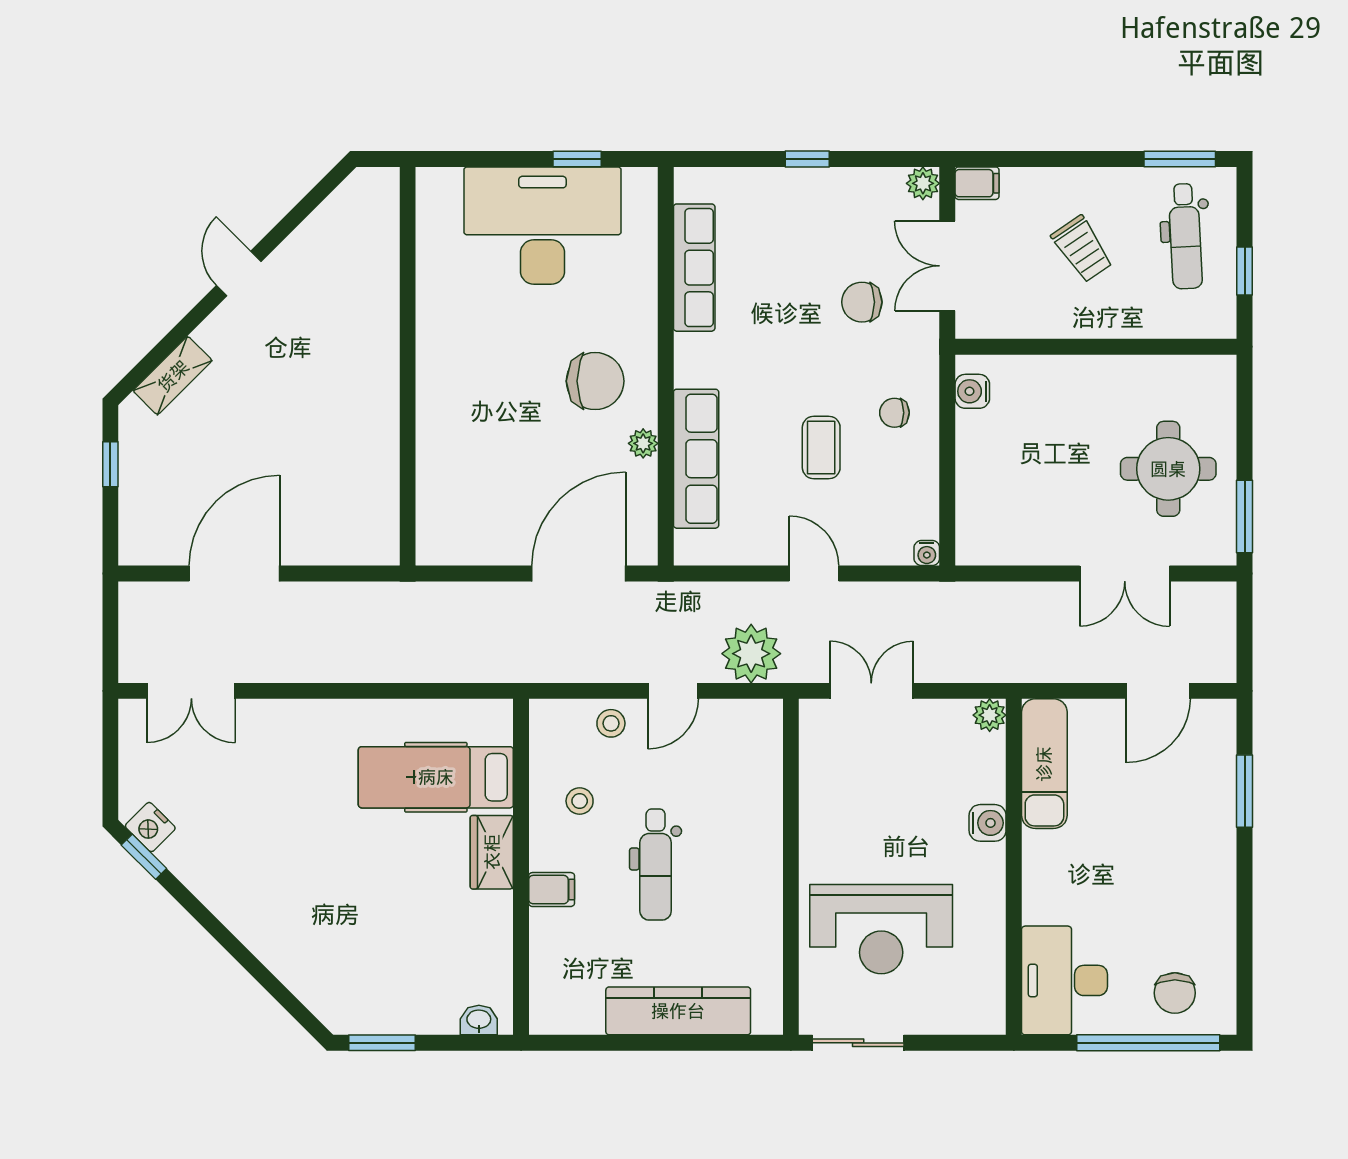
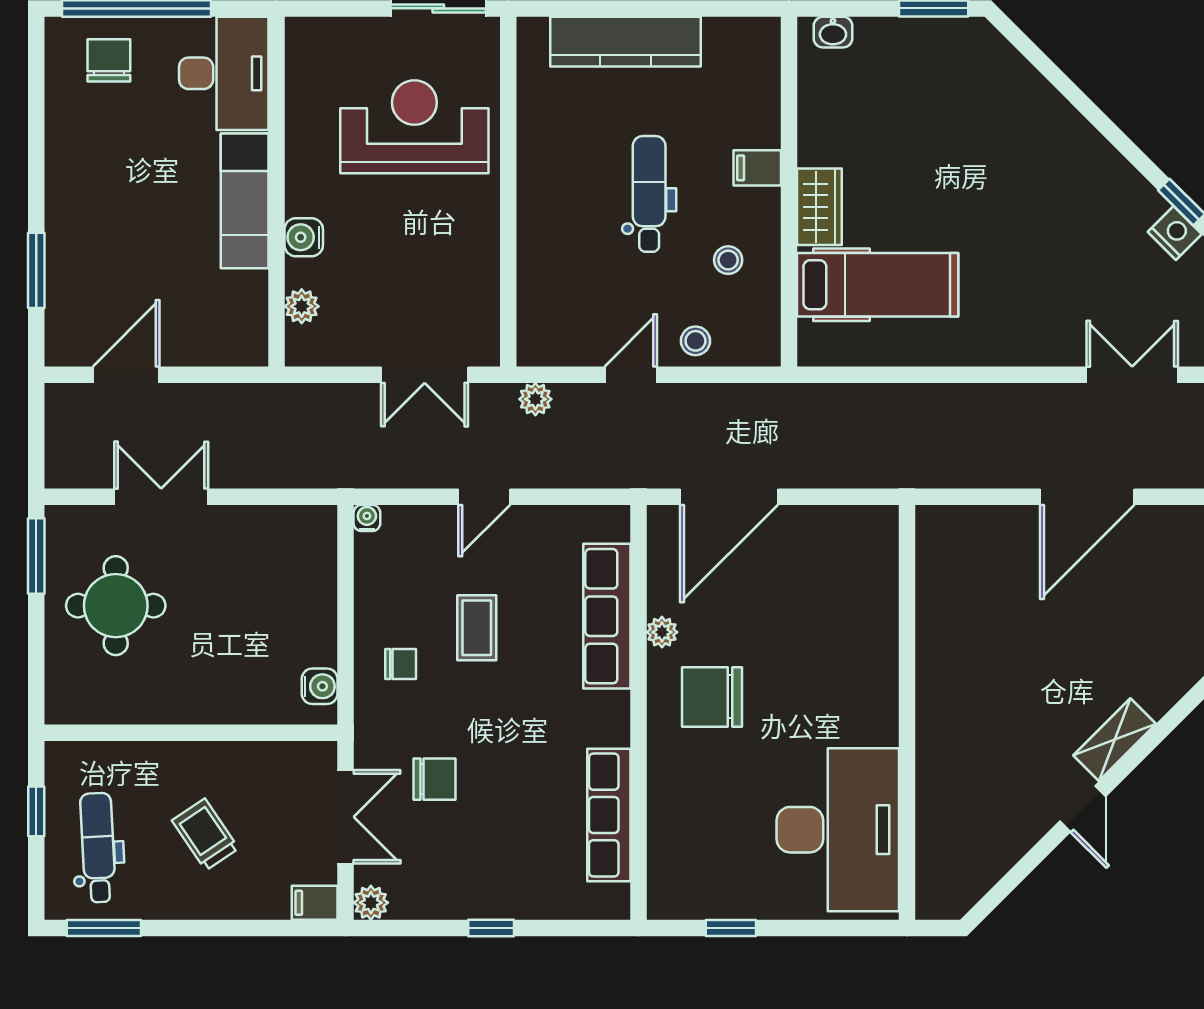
desk: (542, 226) -> (838, 830), moved, turned -90
shelving: (173, 376) -> (1115, 740), moved
door: (814, 574) -> (484, 497), hinge flipped
plant: (751, 654) -> (535, 399), width x0.53, depth x0.53
plant: (990, 715) -> (302, 306), moved
exam couch: (1044, 764) -> (245, 201), moved

